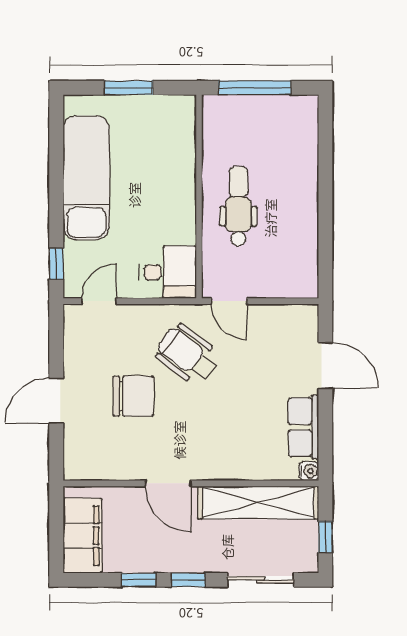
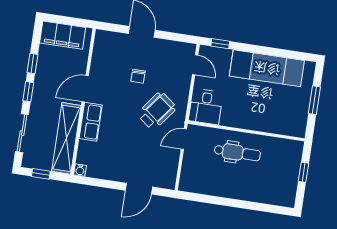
window: (255, 88) -> (304, 172), width x0.46
chair: (133, 396) -> (138, 76), width x0.54, depth x0.54
row of seats: (303, 427) -> (91, 122), moved, turned 90

